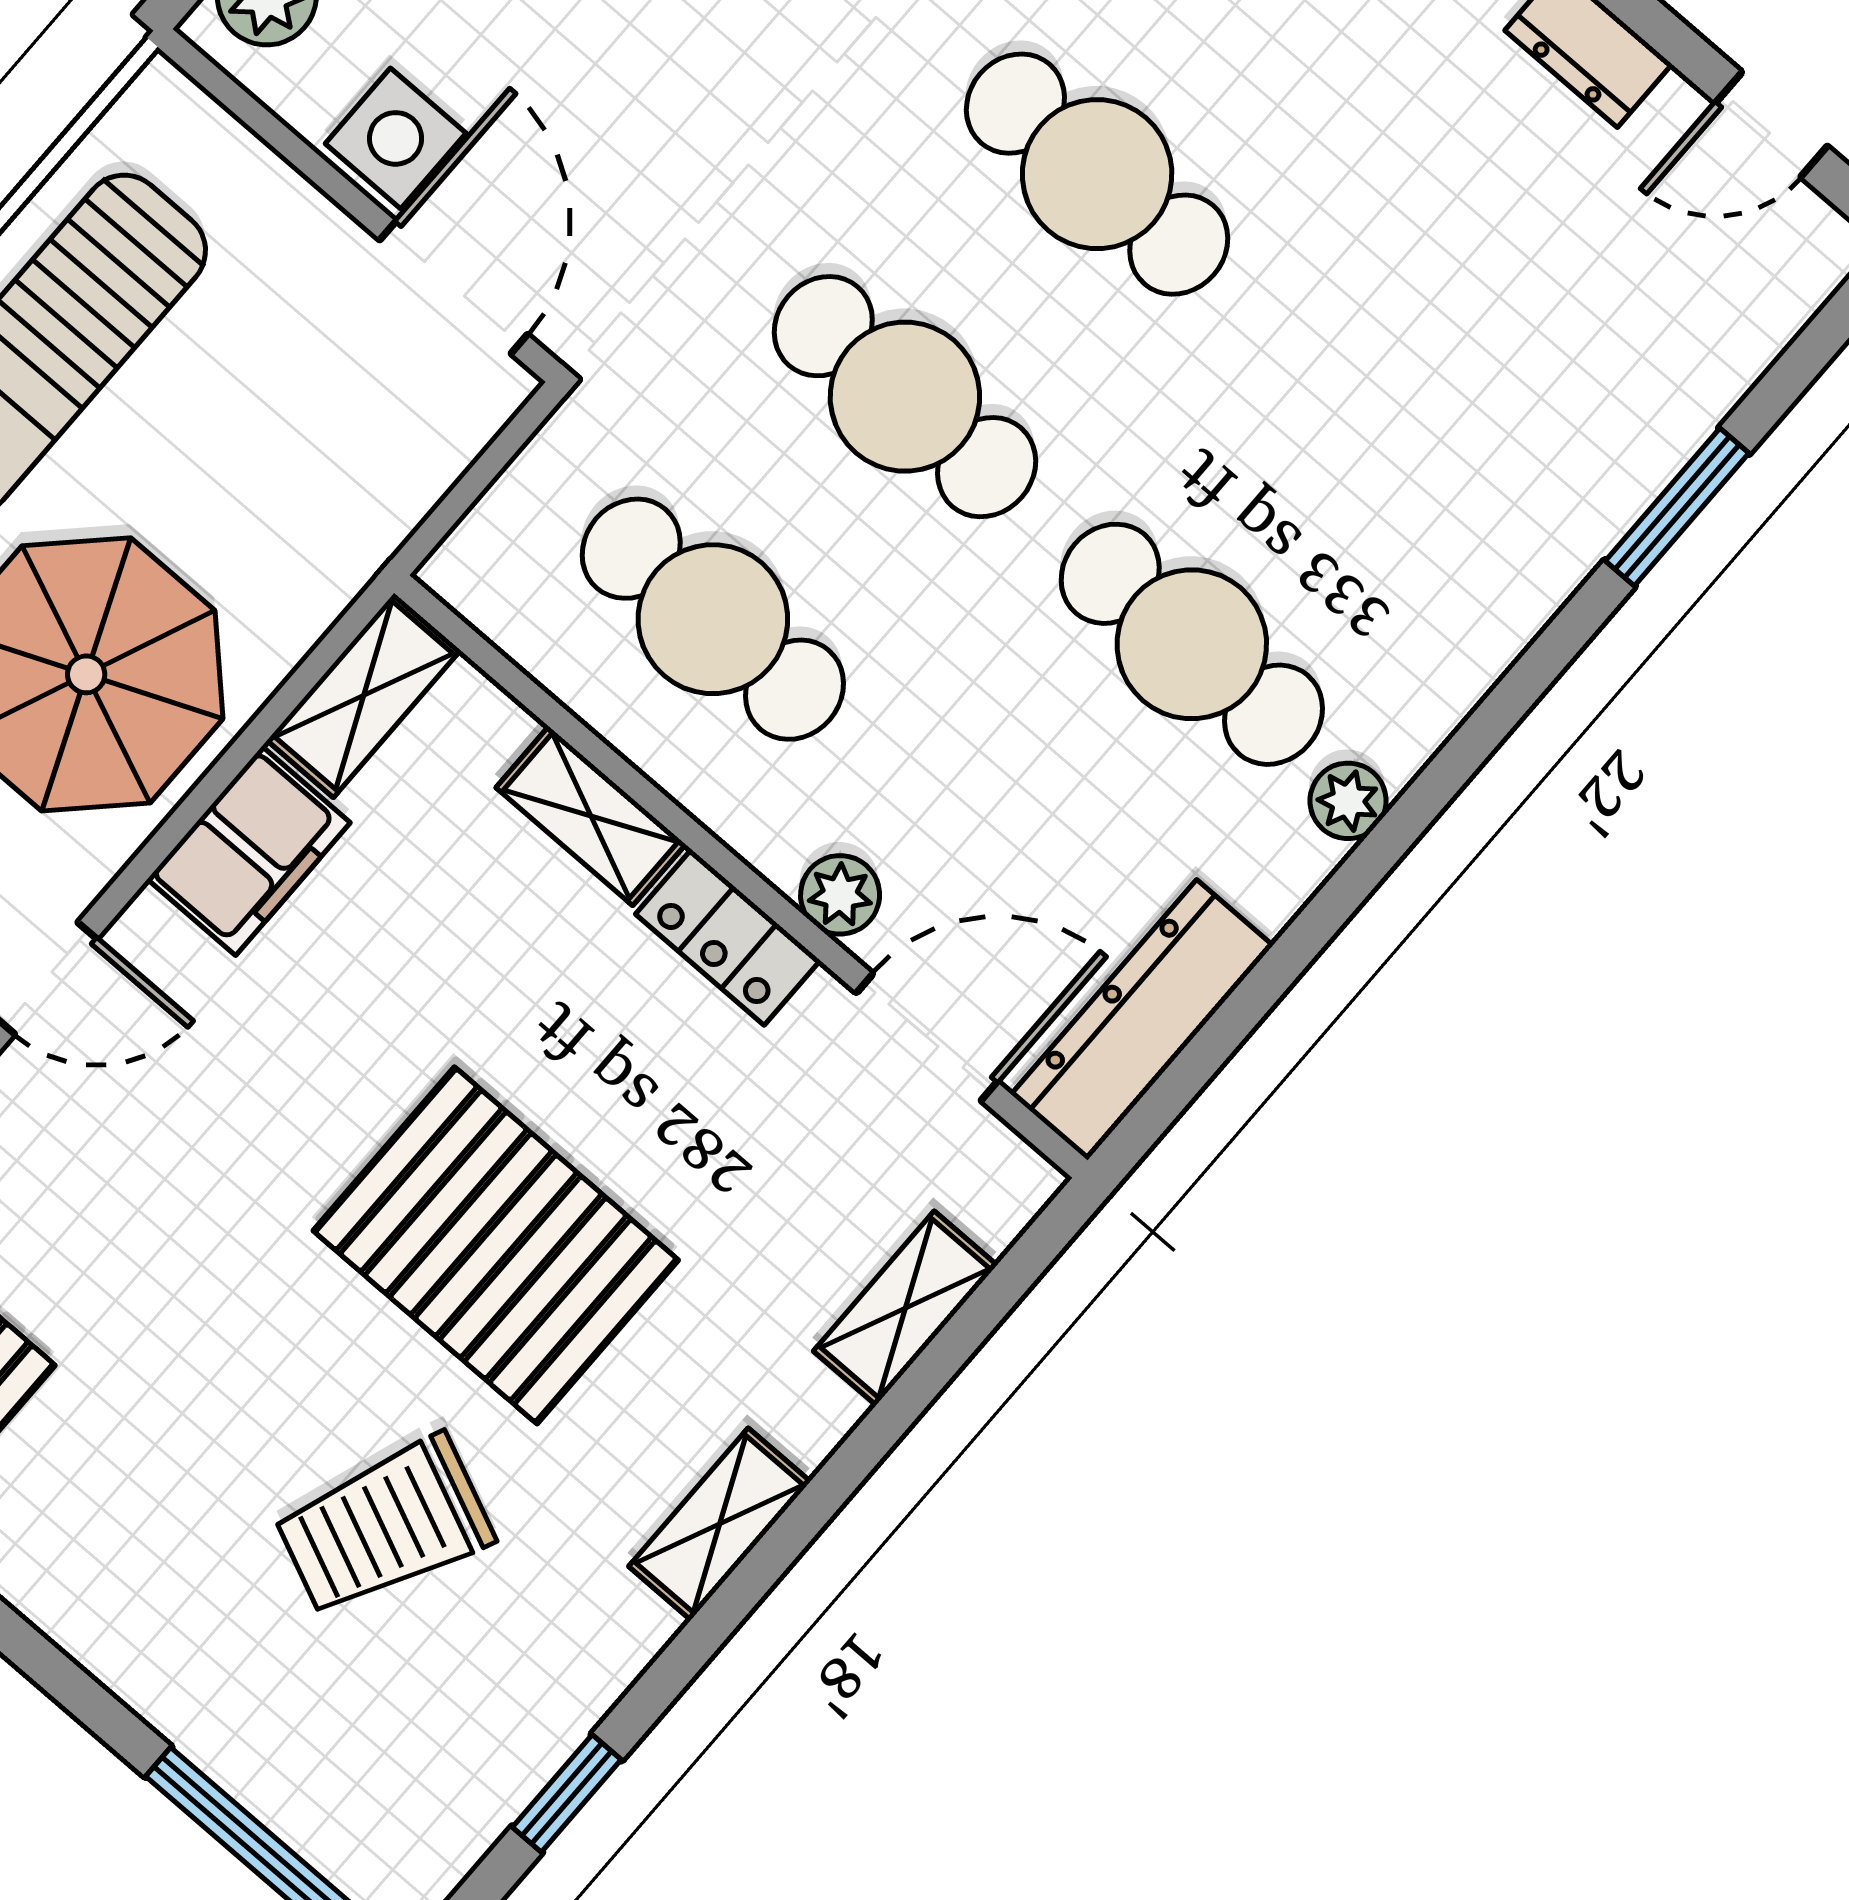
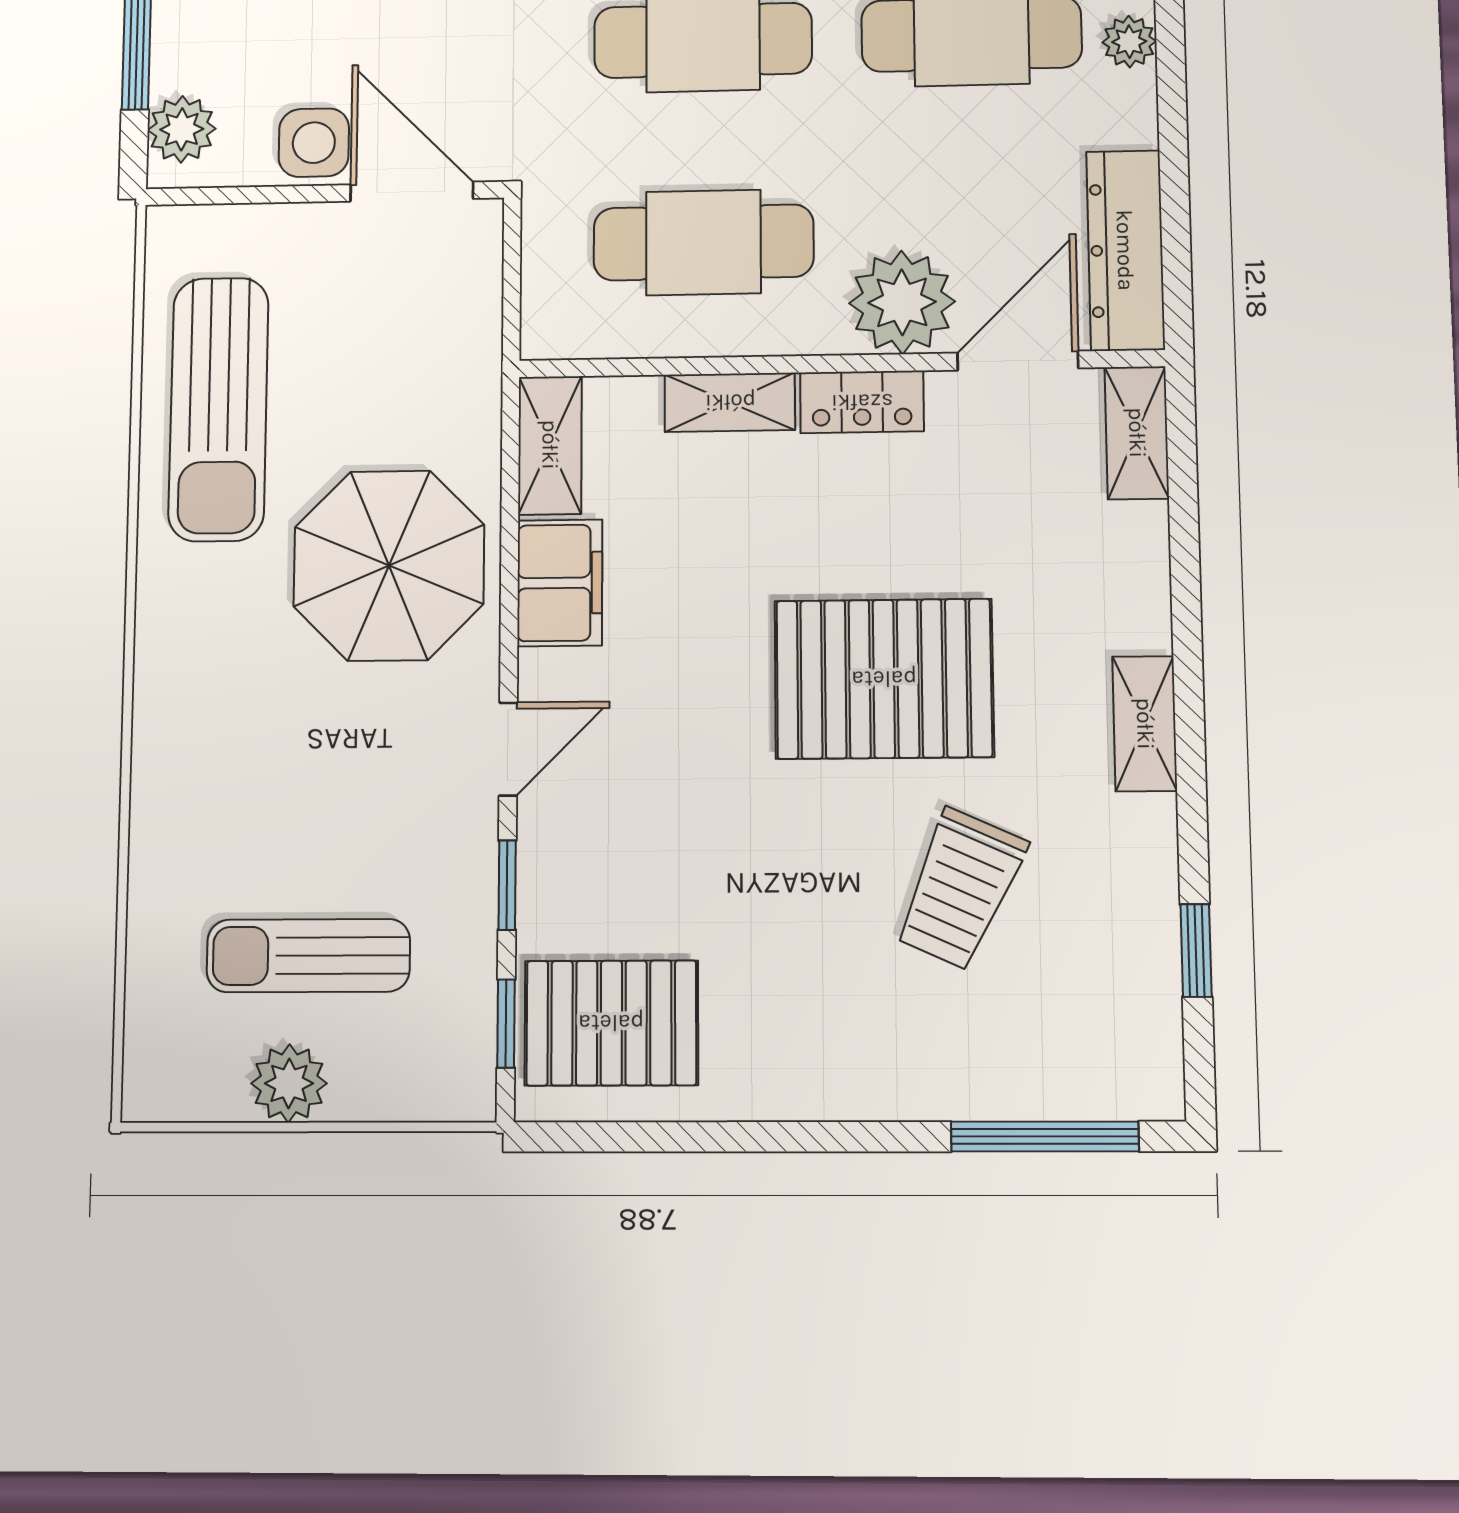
plant: (840, 895) -> (902, 302), width x1.88, depth x1.88
shelving: (905, 1308) -> (1137, 433), moved

